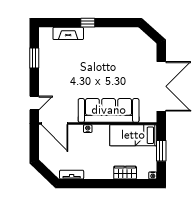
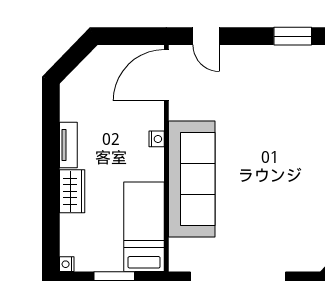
wardrobe: (125, 173) -> (72, 191), moved
tv unit: (72, 175) -> (68, 145), moved

